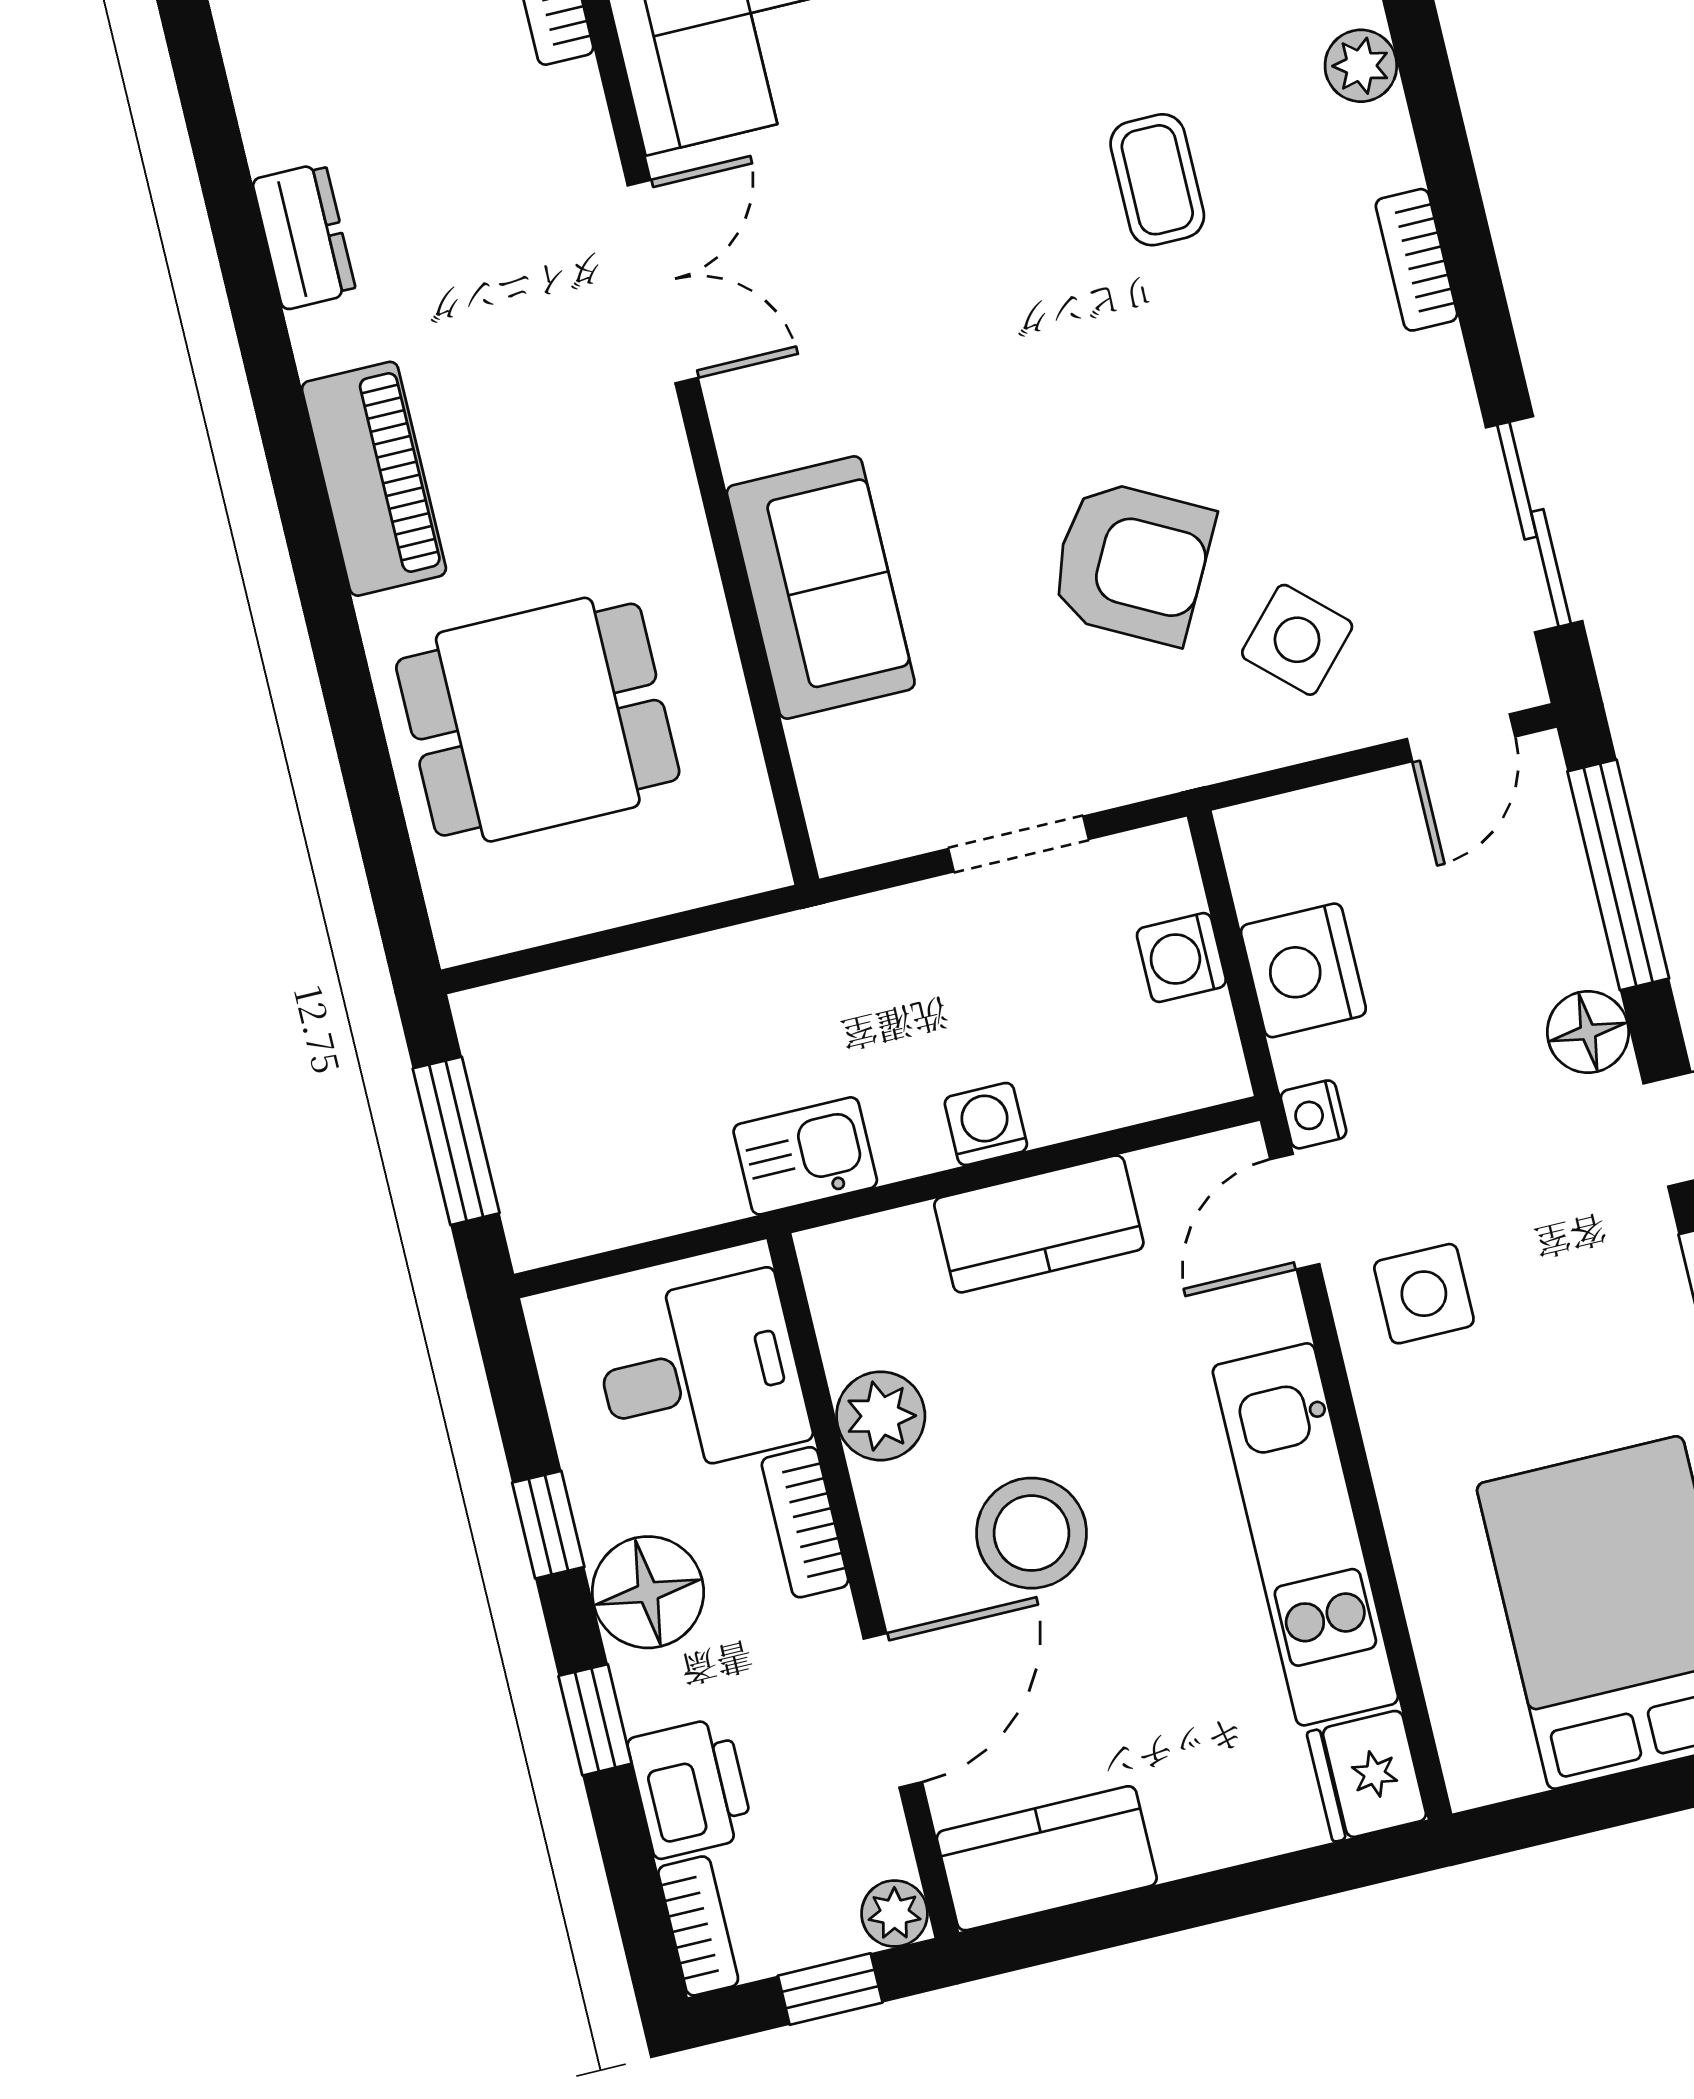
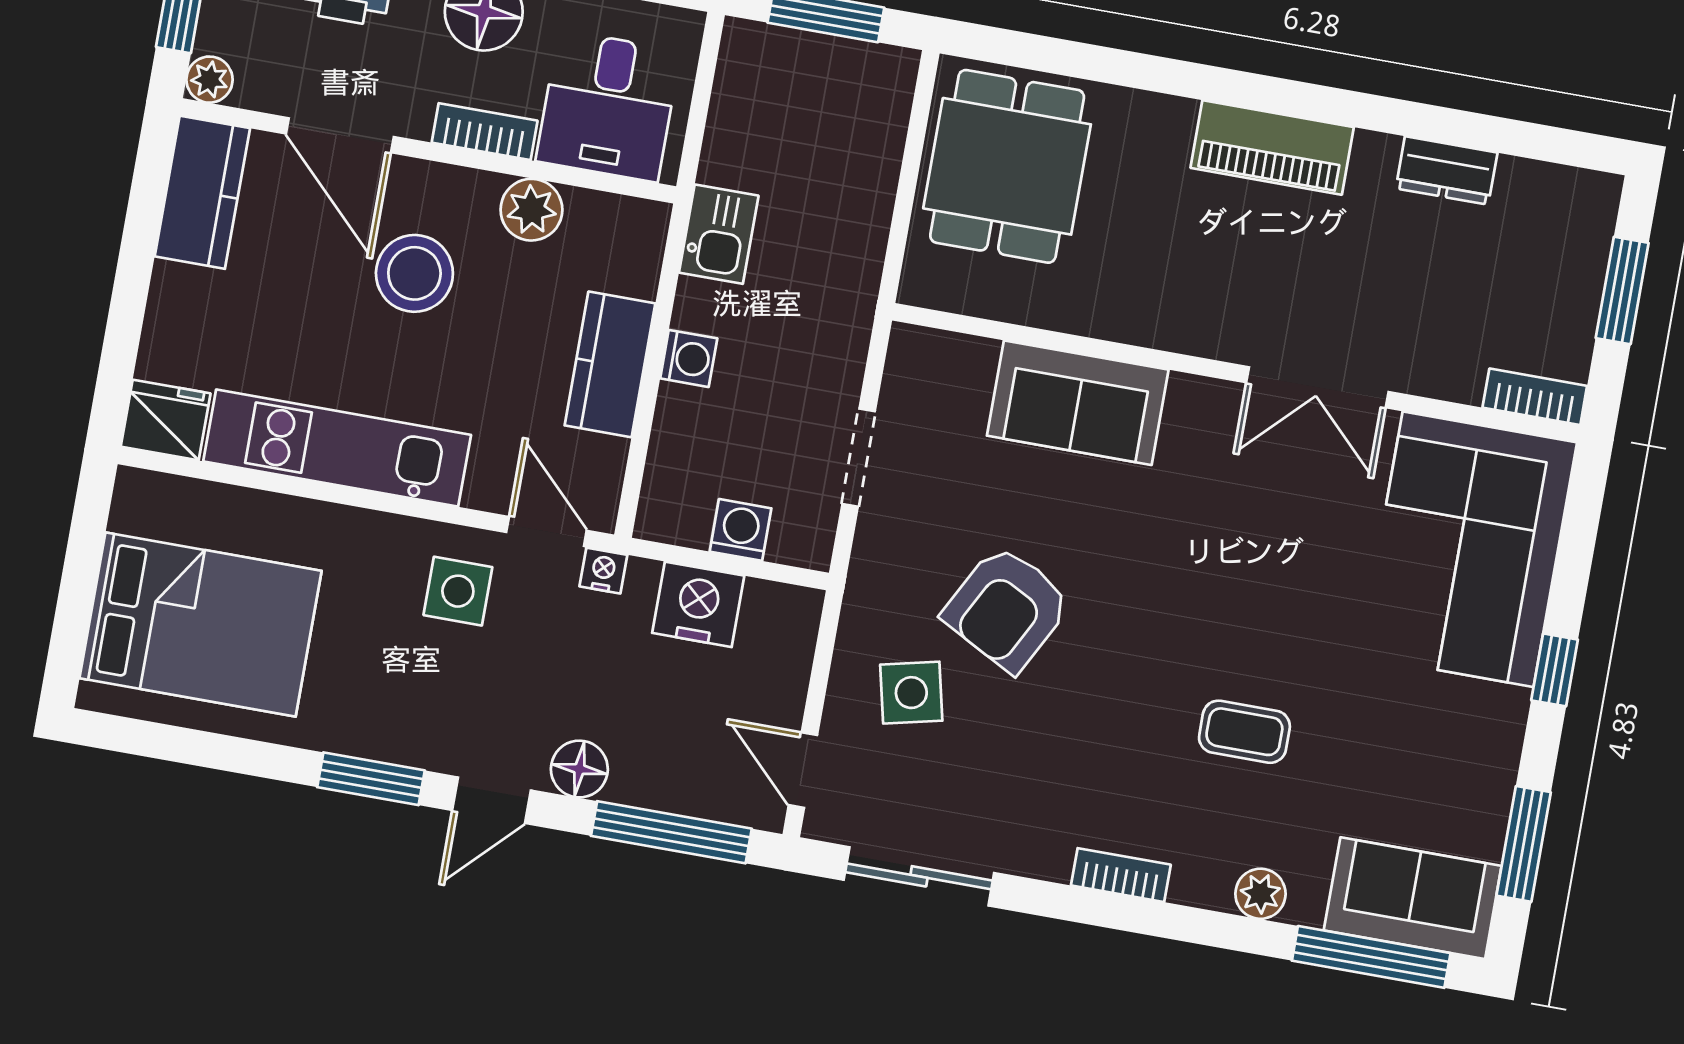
side table: (1297, 640) -> (911, 693), turned 34
dining table: (538, 720) -> (1007, 166), moved

